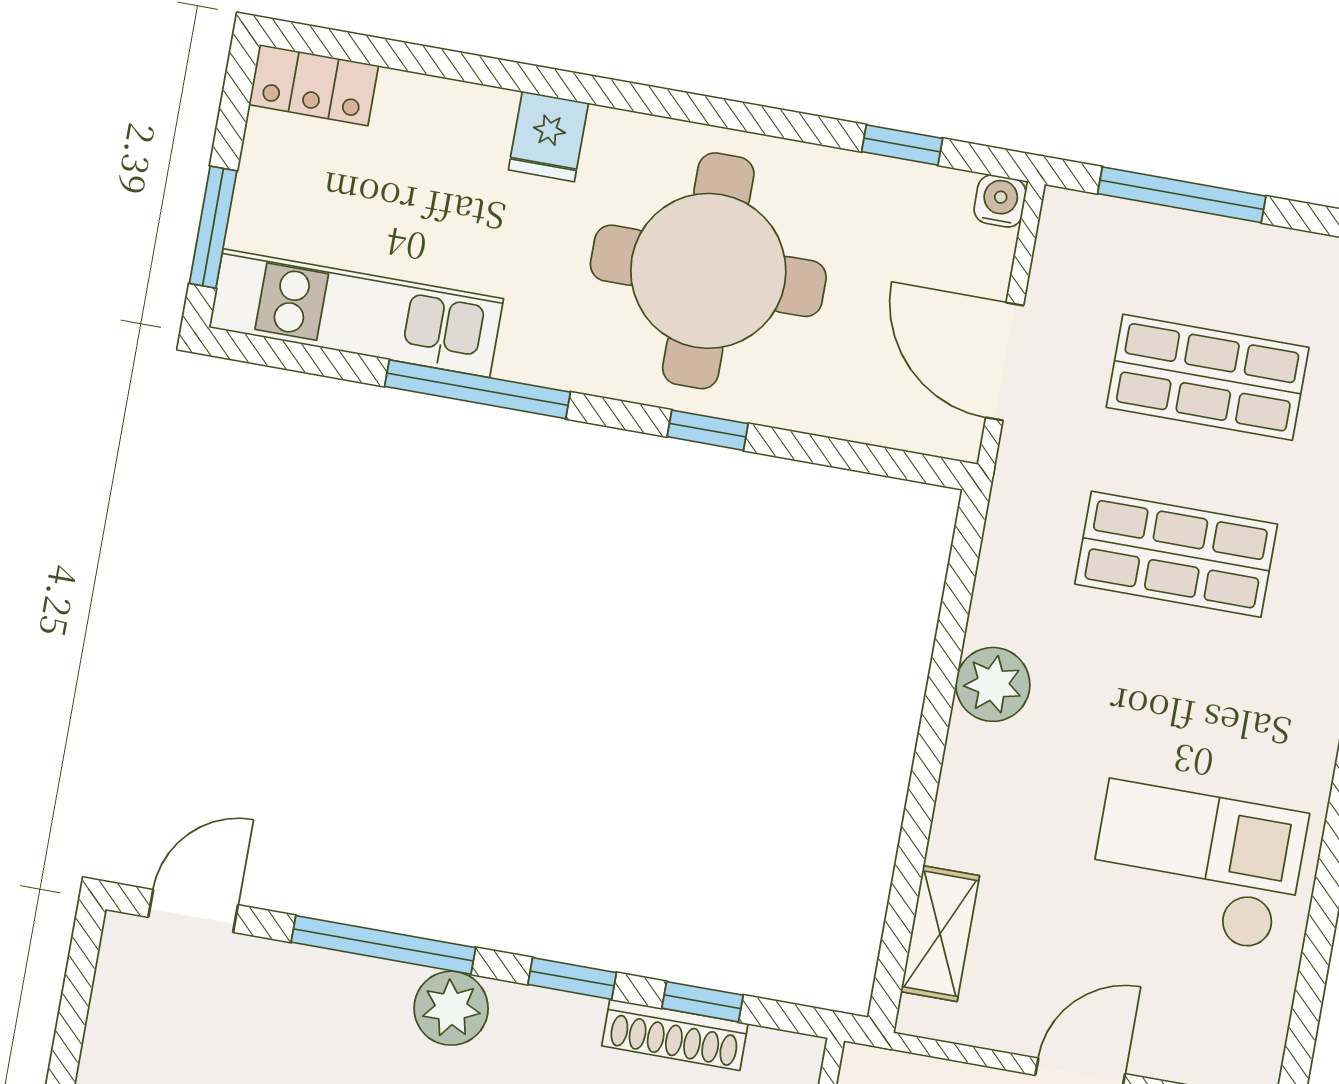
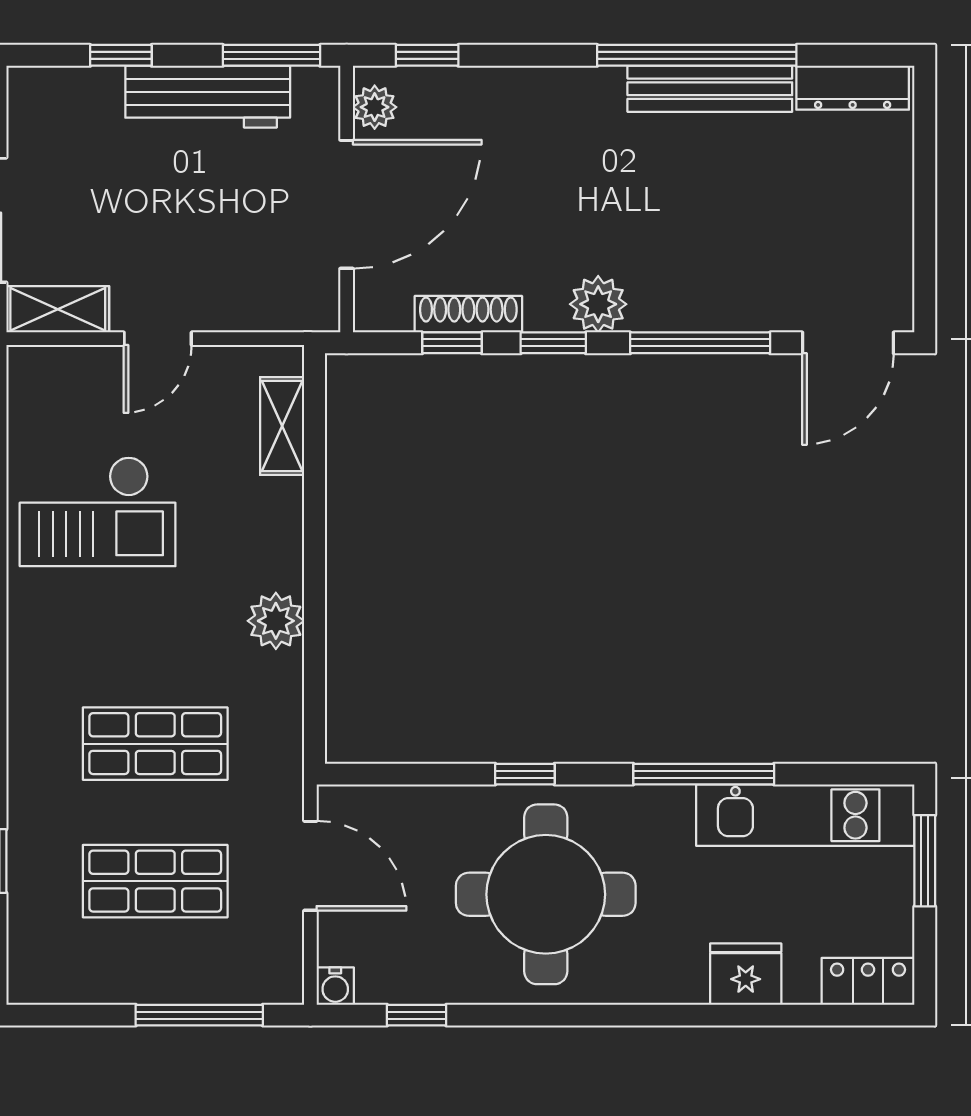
fridge: (548, 136) -> (746, 974), moved, width x1.38
door: (193, 911) -> (848, 343), width x1.38
plant: (451, 1008) -> (598, 304), moved

